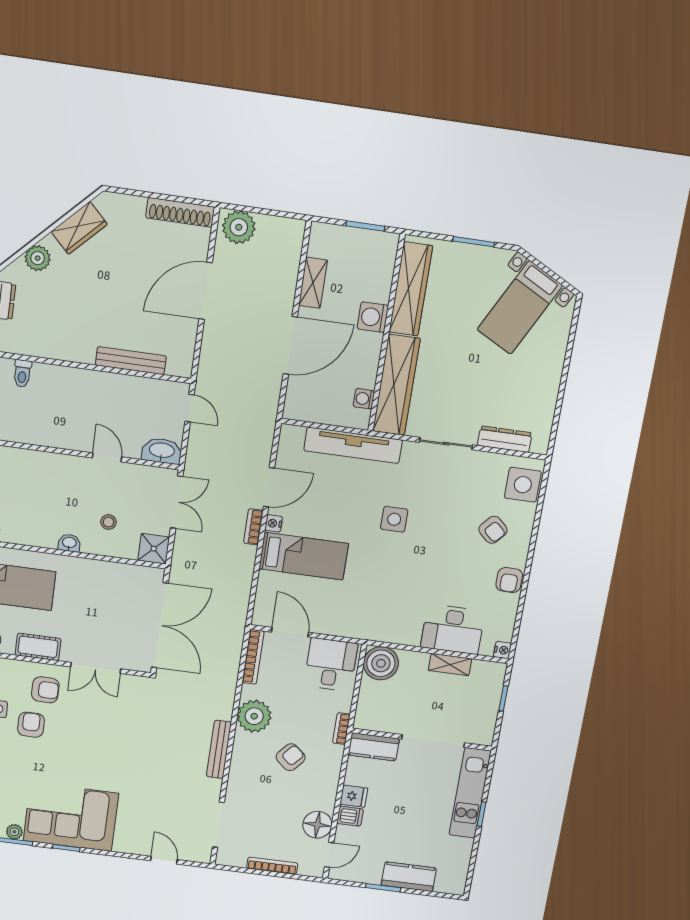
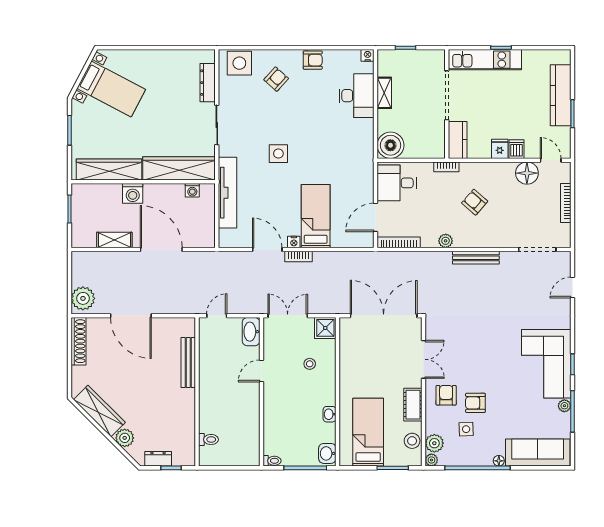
wardrobe: (79, 228) -> (99, 411), width x1.50
washbasin: (69, 543) -> (329, 414), moved
plant: (254, 716) -> (446, 241), width x0.53, depth x0.53
kitchen counter: (409, 877) -> (561, 95), width x1.50

